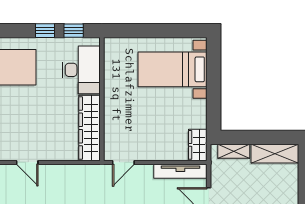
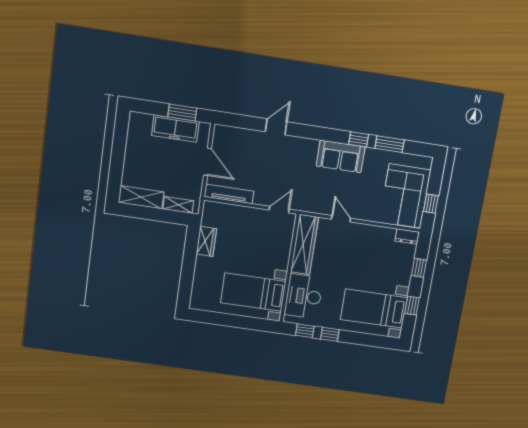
bed with nightstands: (173, 69) -> (253, 292), moved, turned 180
wardrobe: (198, 145) -> (206, 241), moved
door: (27, 162) -> (341, 219), moved

